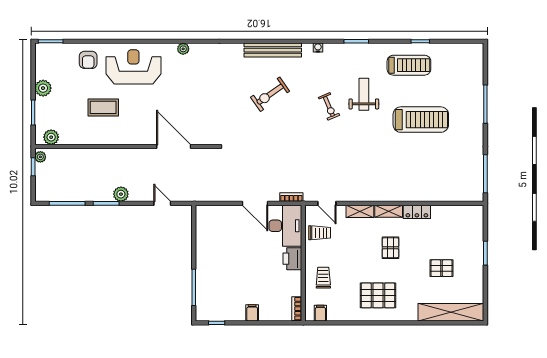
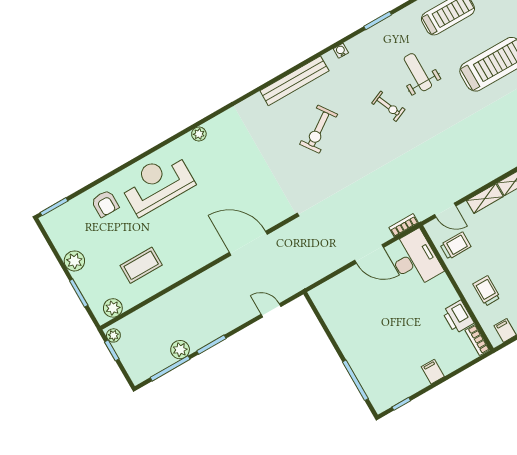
coffee table: (103, 107) -> (141, 265), moved
plant: (121, 194) -> (180, 350), moved
printer: (292, 259) -> (458, 317), moved

